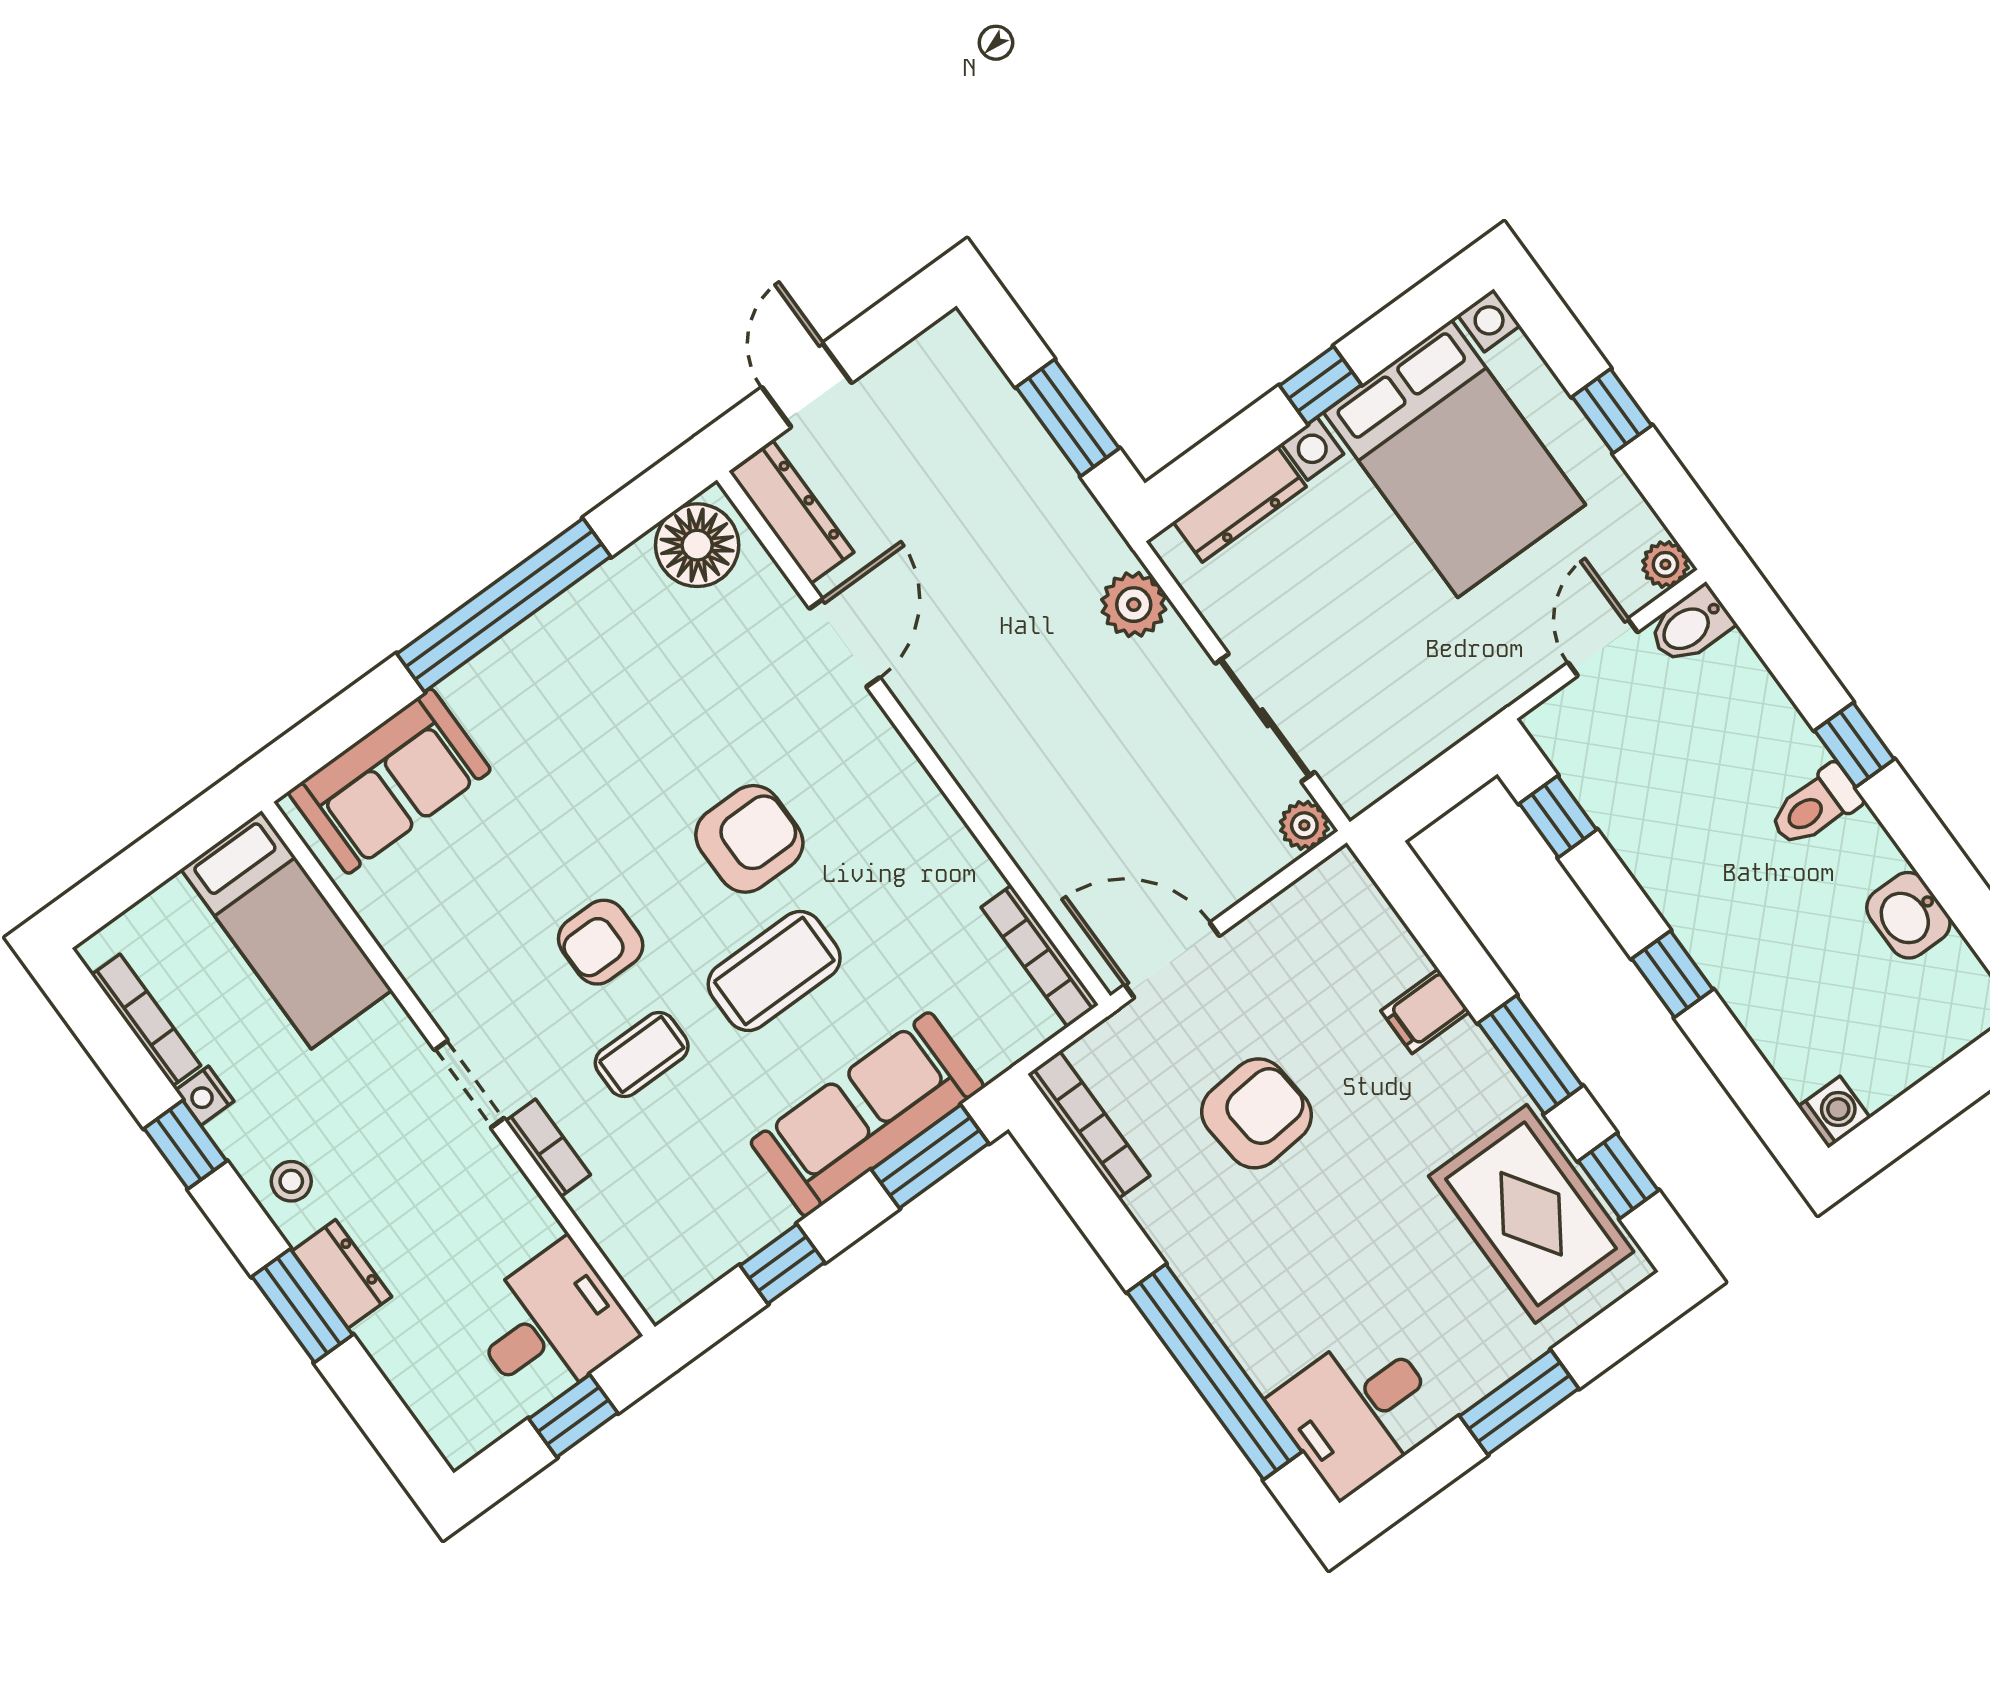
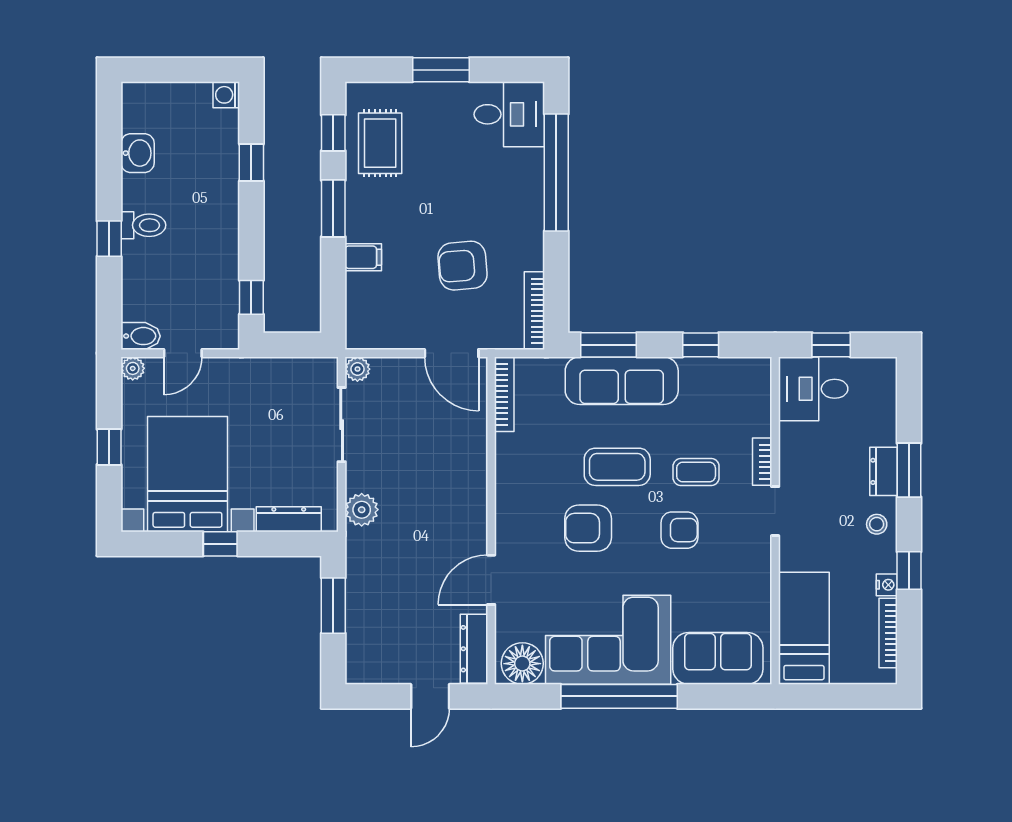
corner sofa: (587, 683) -> (608, 640), added
window: (1672, 974) -> (251, 162), moved
rug: (1531, 1214) -> (380, 143), width x0.73, depth x0.70

